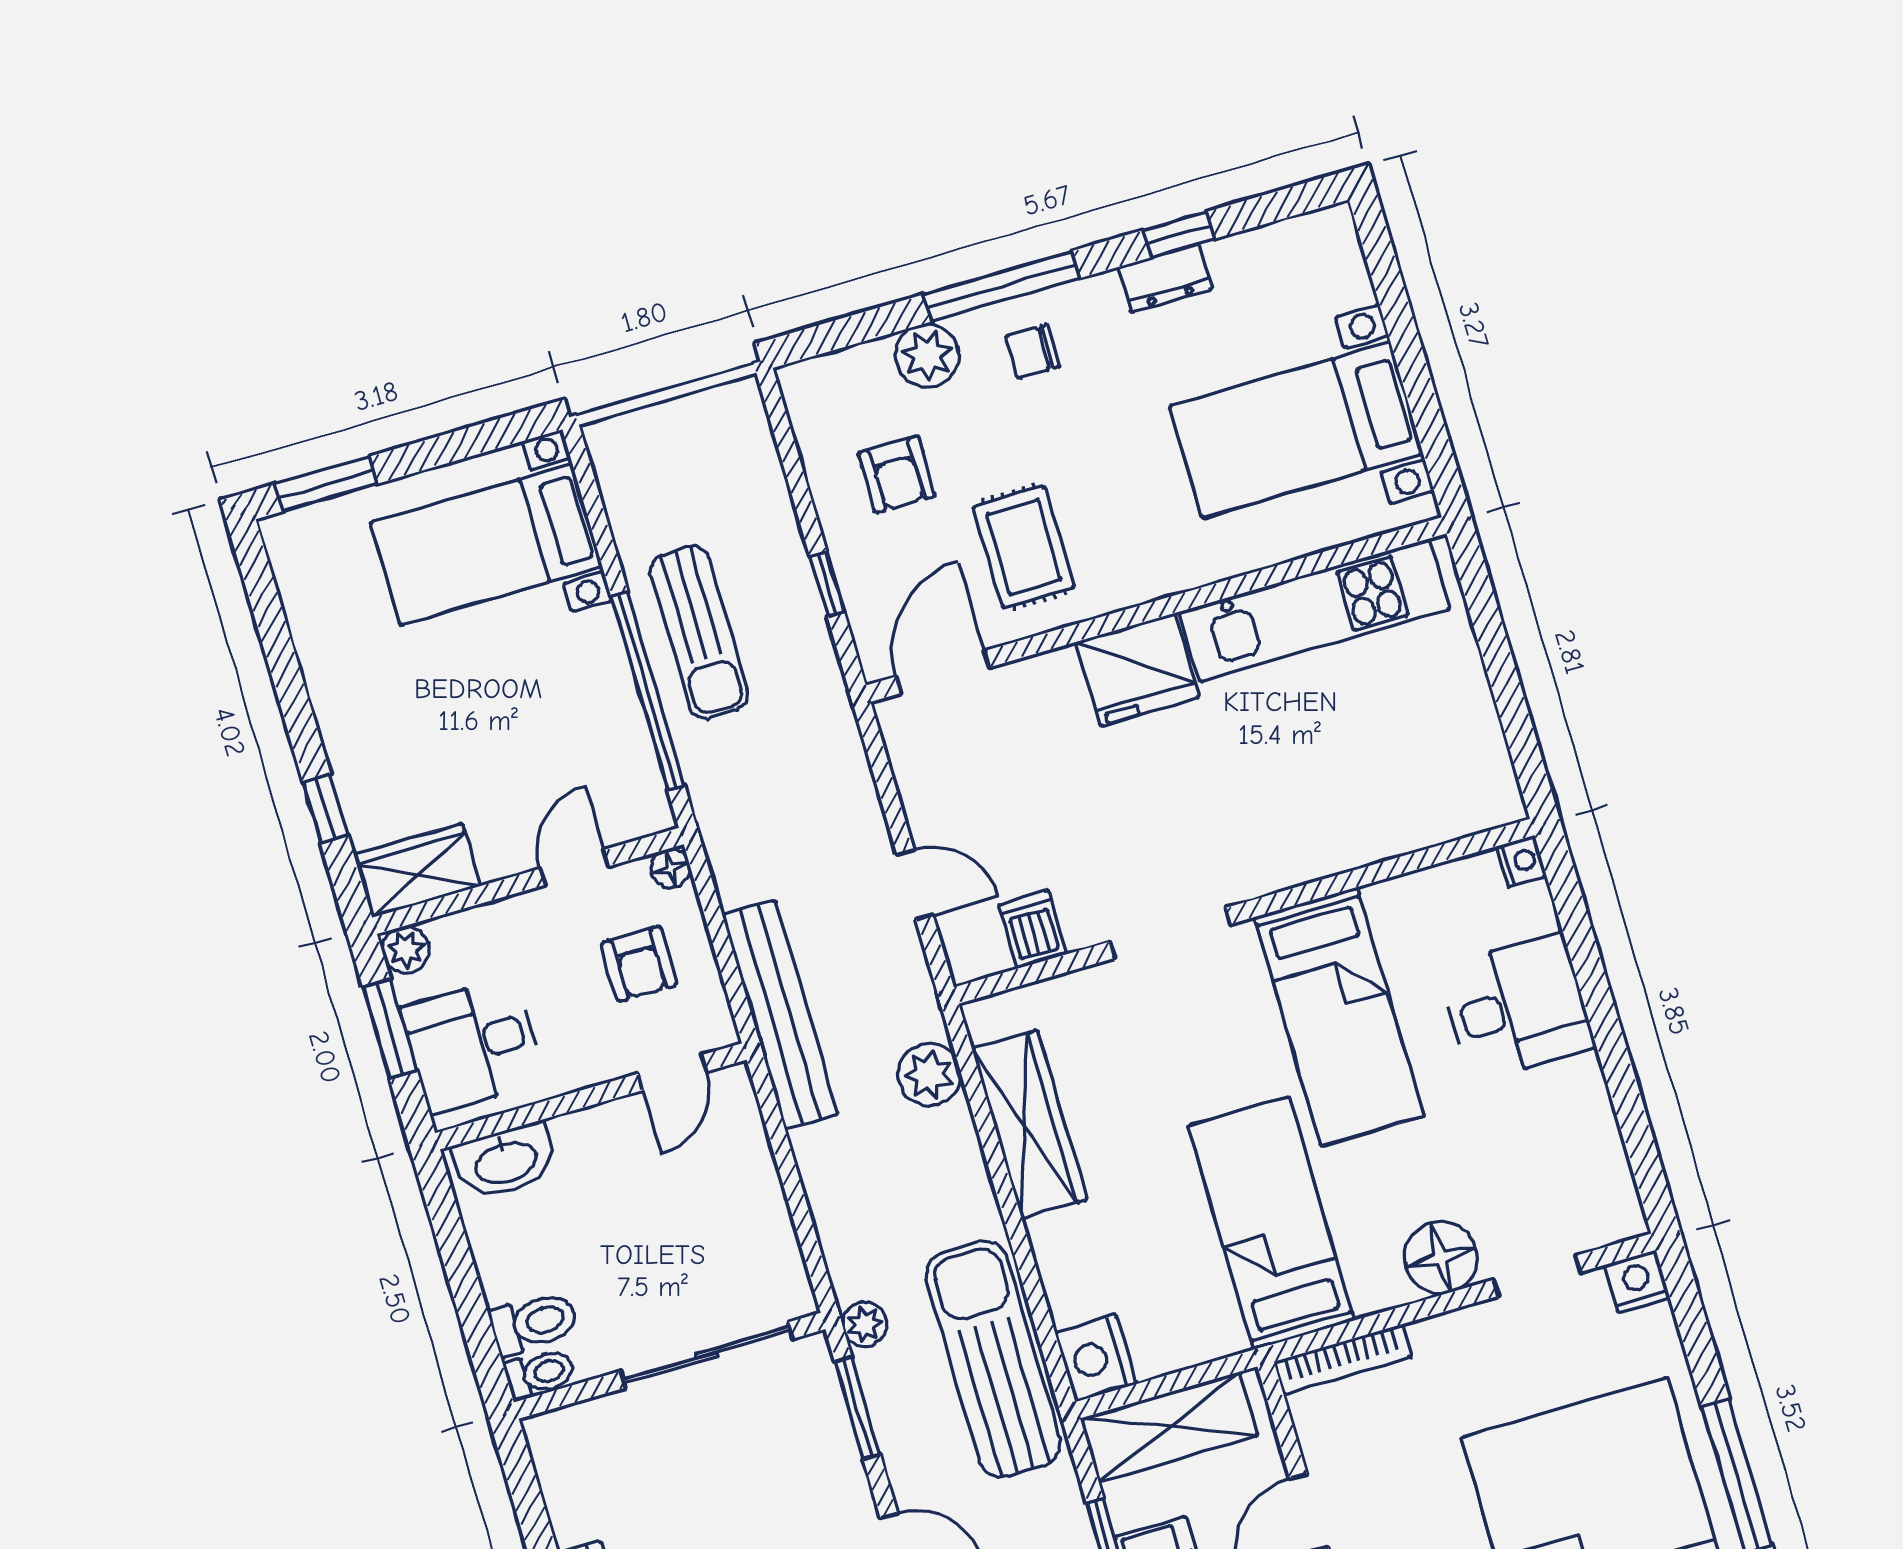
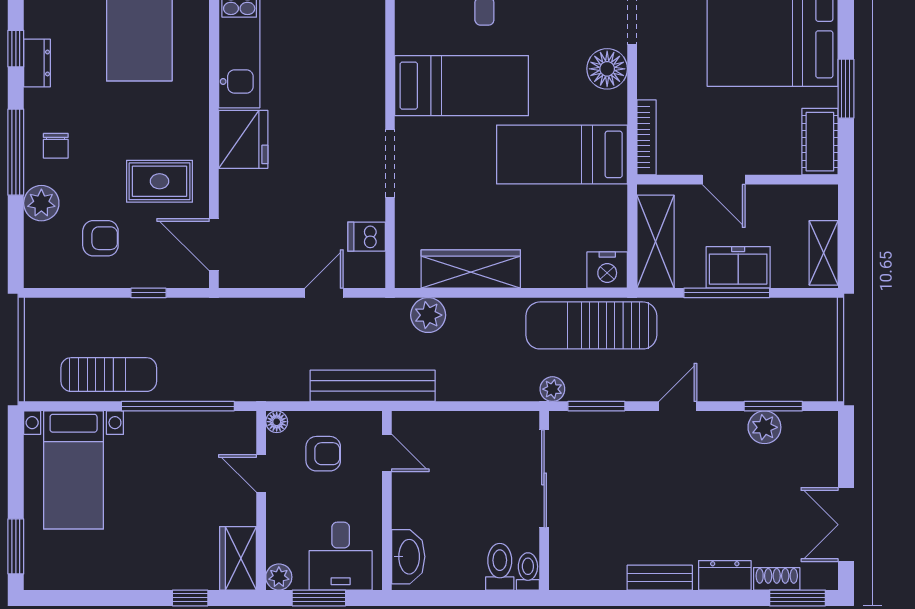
sun lounger: (699, 632) -> (109, 375), moved

